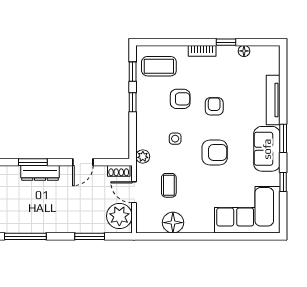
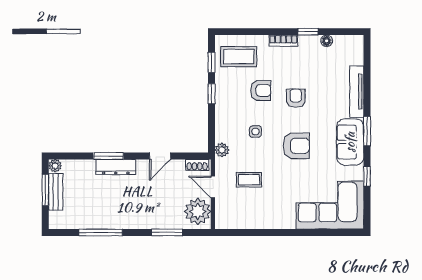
coffee table: (169, 185) -> (249, 180), turned 90
floor lamp: (173, 223) -> (253, 218), removed

